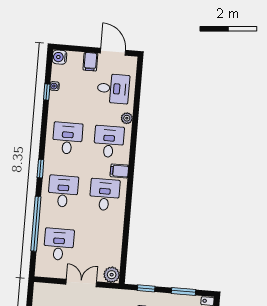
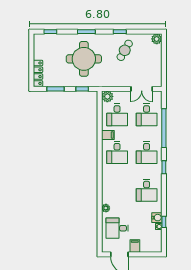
water cooler: (59, 57) -> (157, 218), moved
desk: (109, 142) -> (117, 115), moved
filing cabinet: (119, 171) -> (108, 135), moved
double door: (81, 283) -> (142, 89), moved

